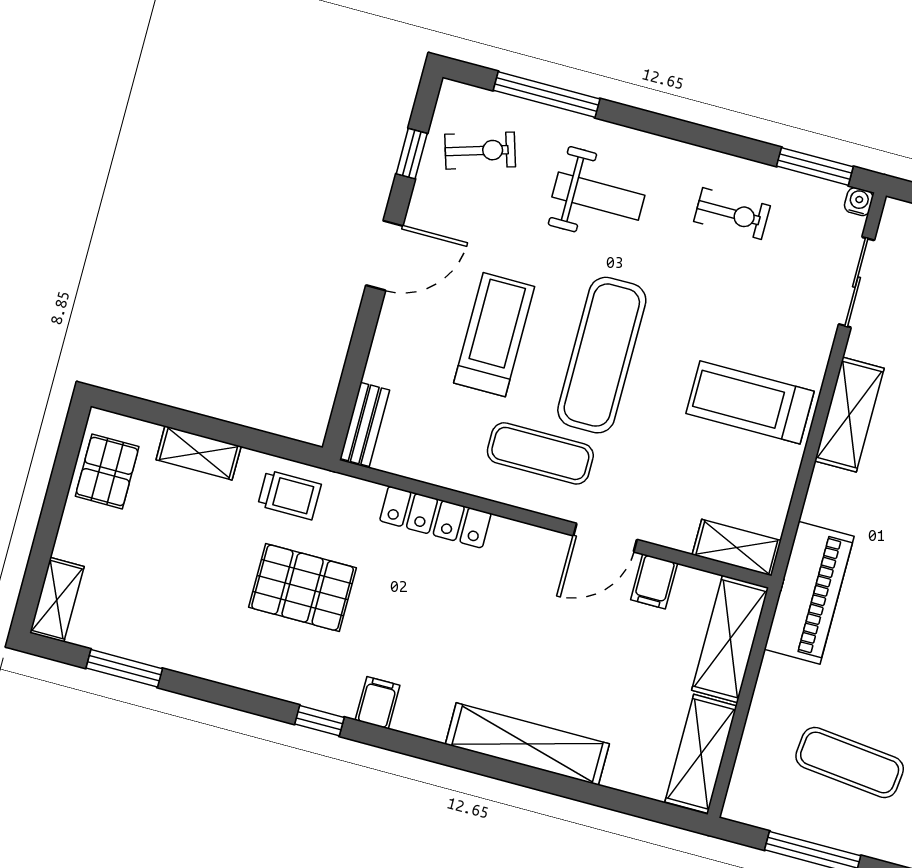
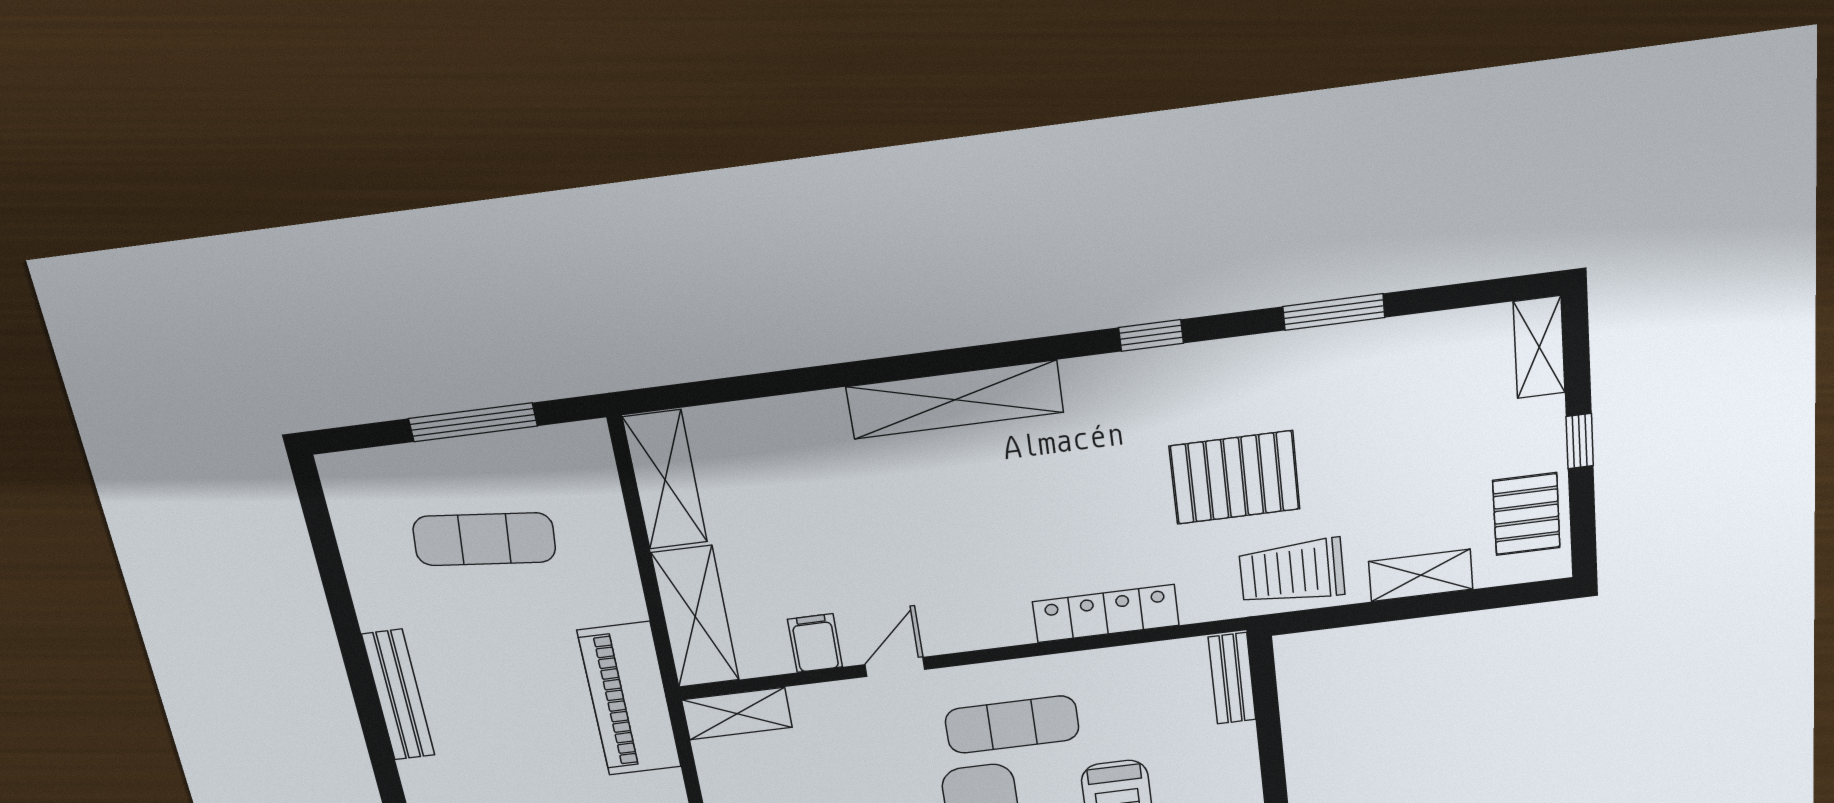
trolley: (289, 495) -> (1292, 572), width x1.36, depth x1.39
window: (51, 514) -> (1580, 441), added
door: (605, 538) -> (895, 667), width x0.73
window: (124, 668) -> (1334, 312), moved
filing cabinet: (378, 703) -> (1087, 384), removed
shelving: (527, 744) -> (955, 400), moved

